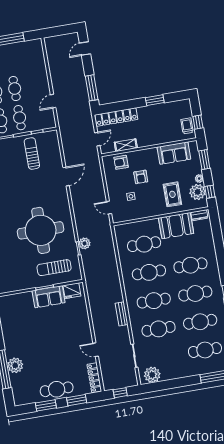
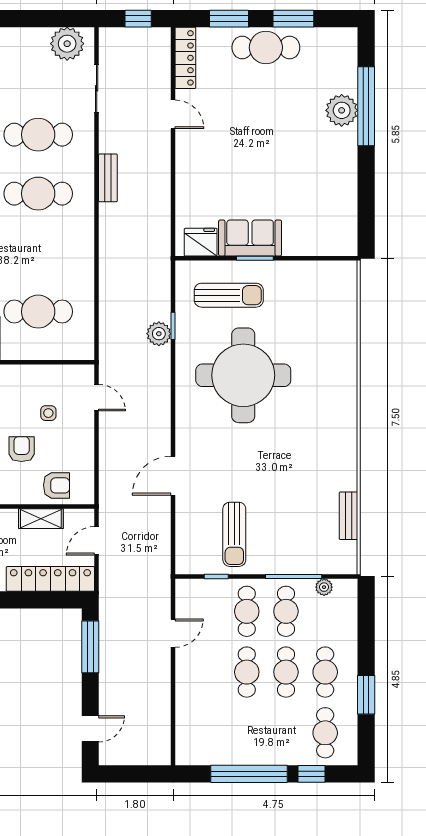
cafe table: (149, 272) -> (38, 253), removed

